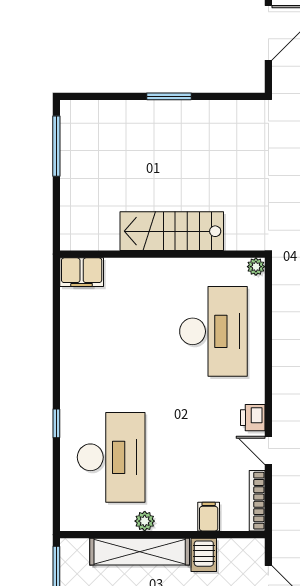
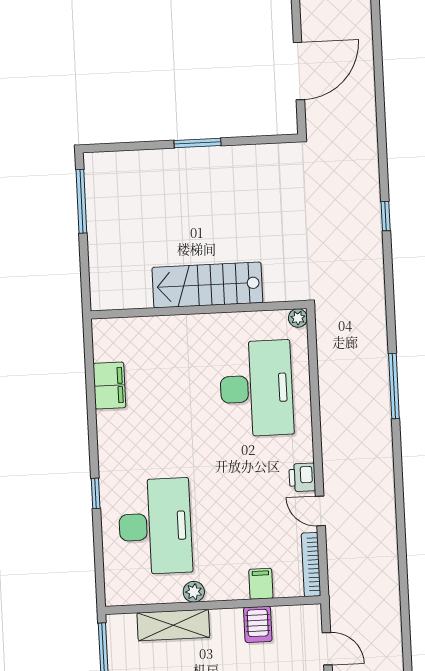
filing cabinet: (82, 272) -> (109, 385), moved, turned -90
shelving: (140, 552) -> (173, 625), width x0.68

